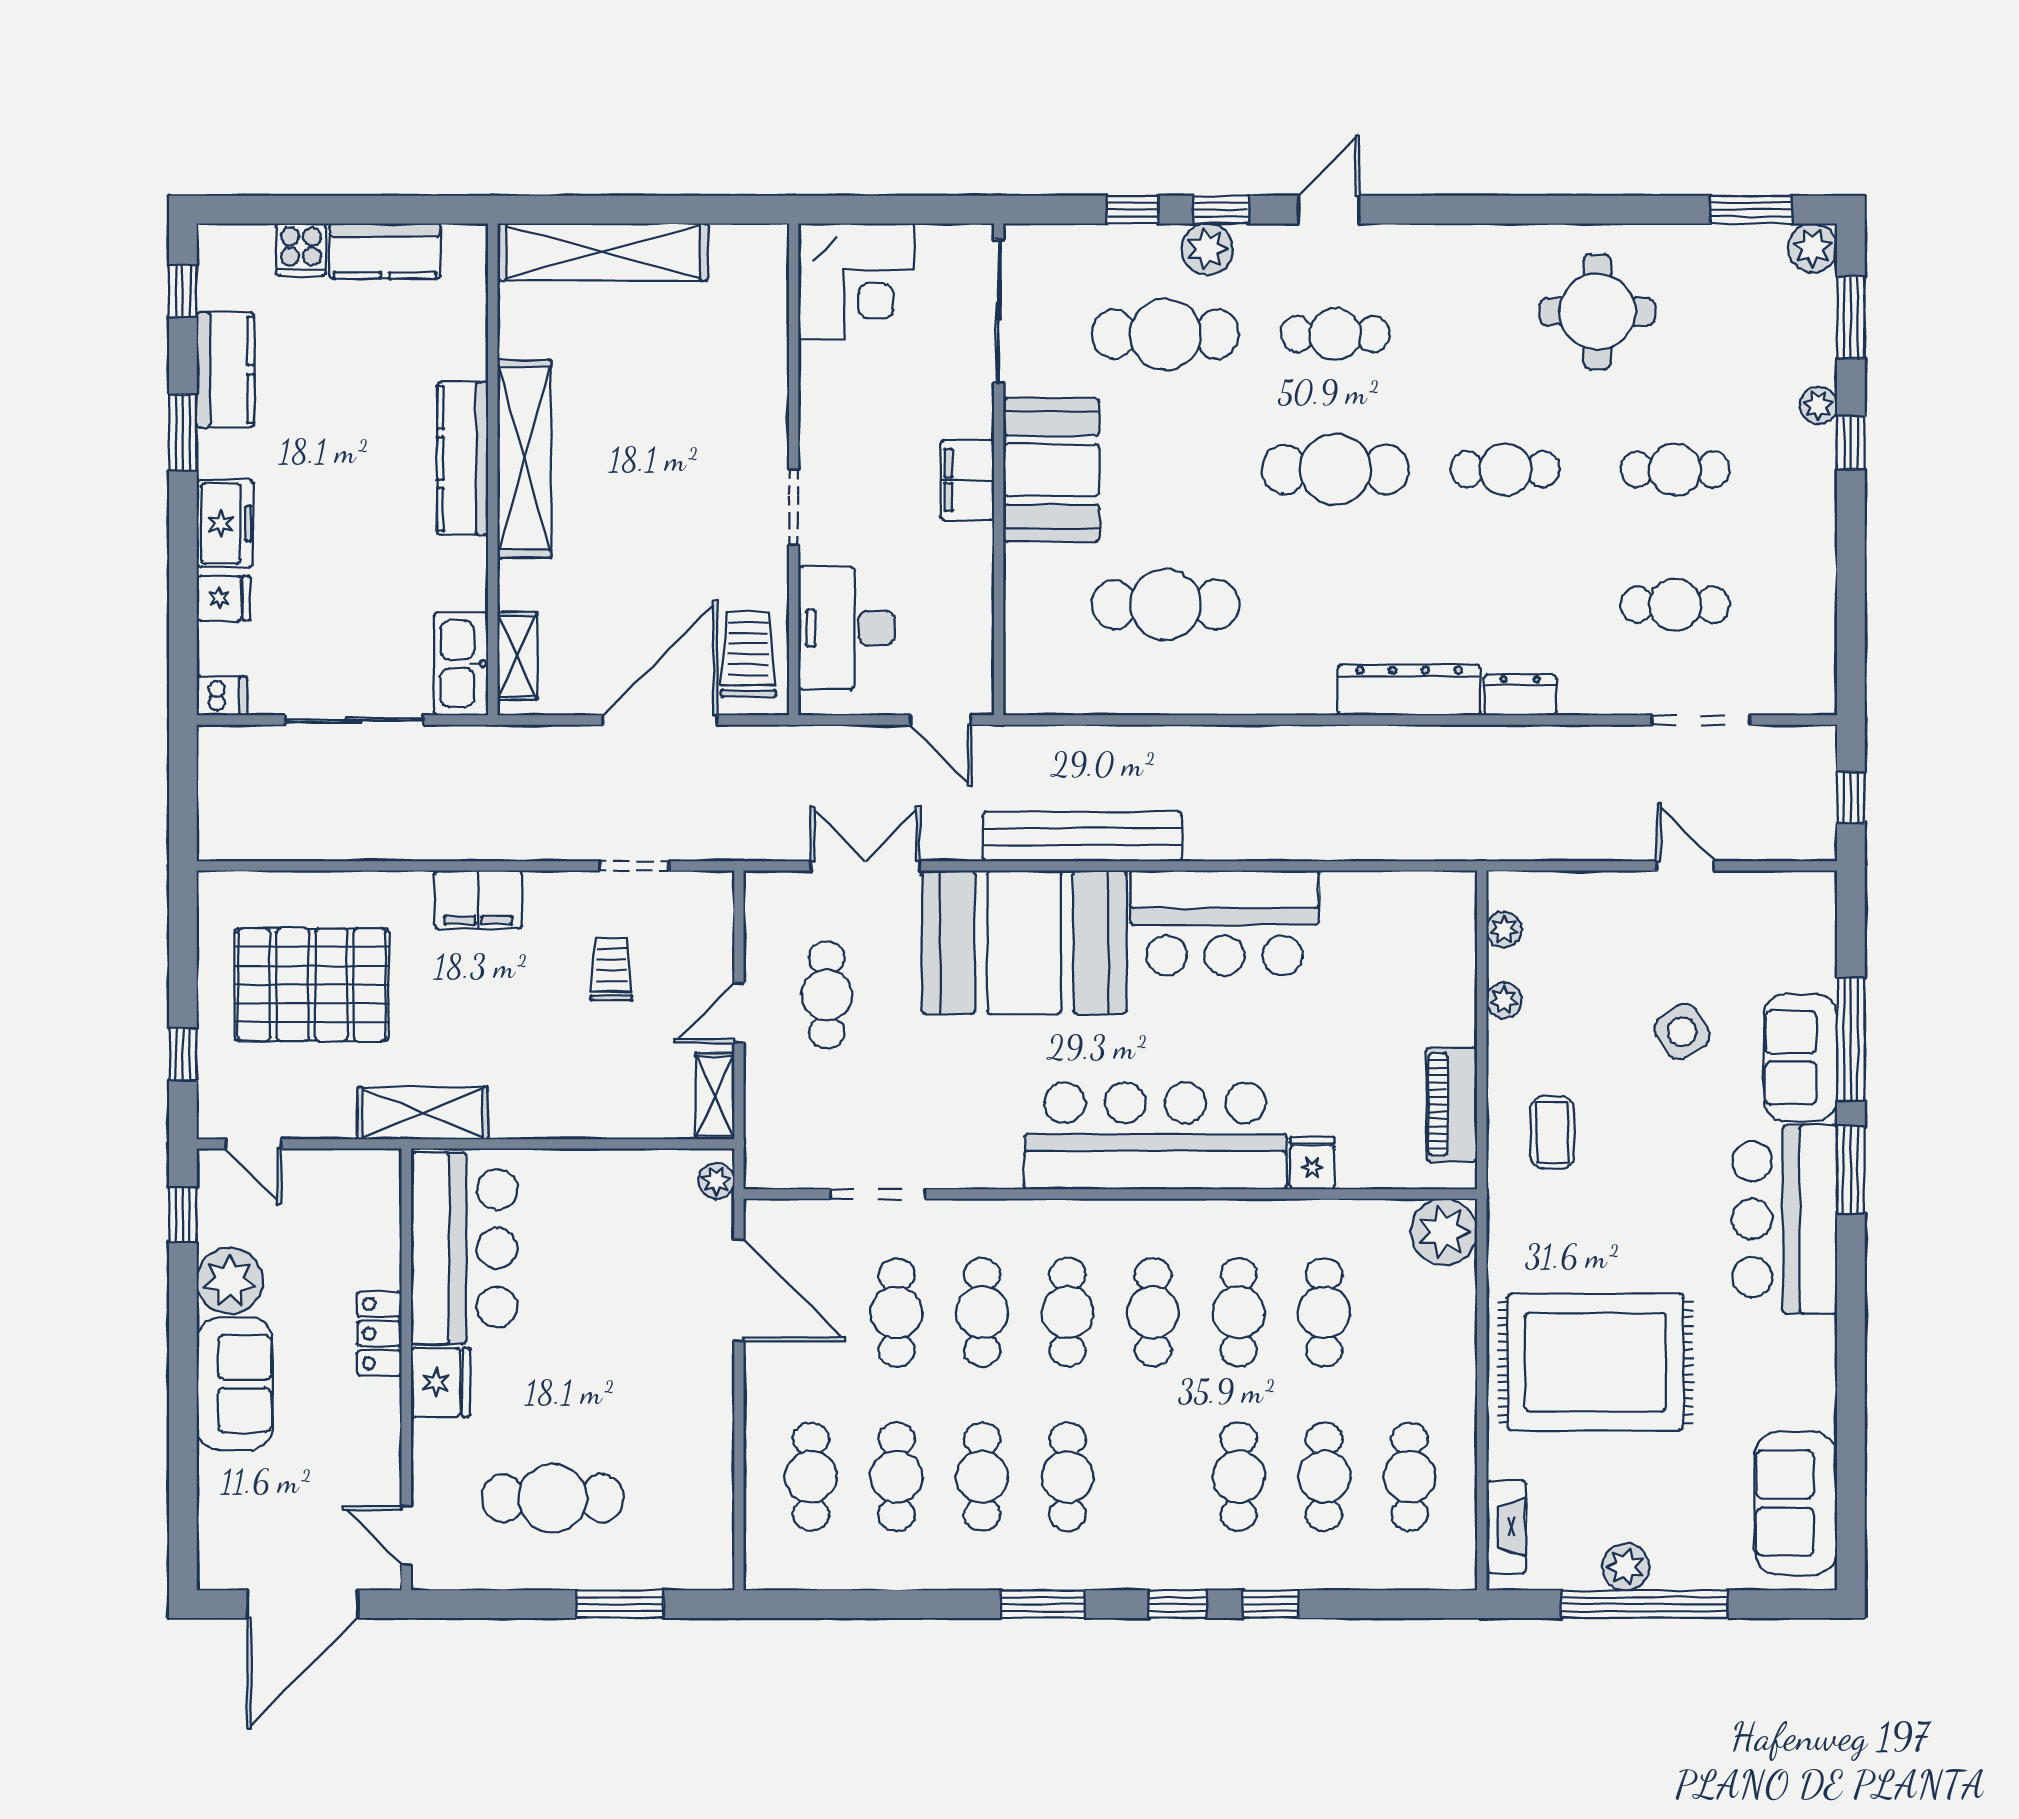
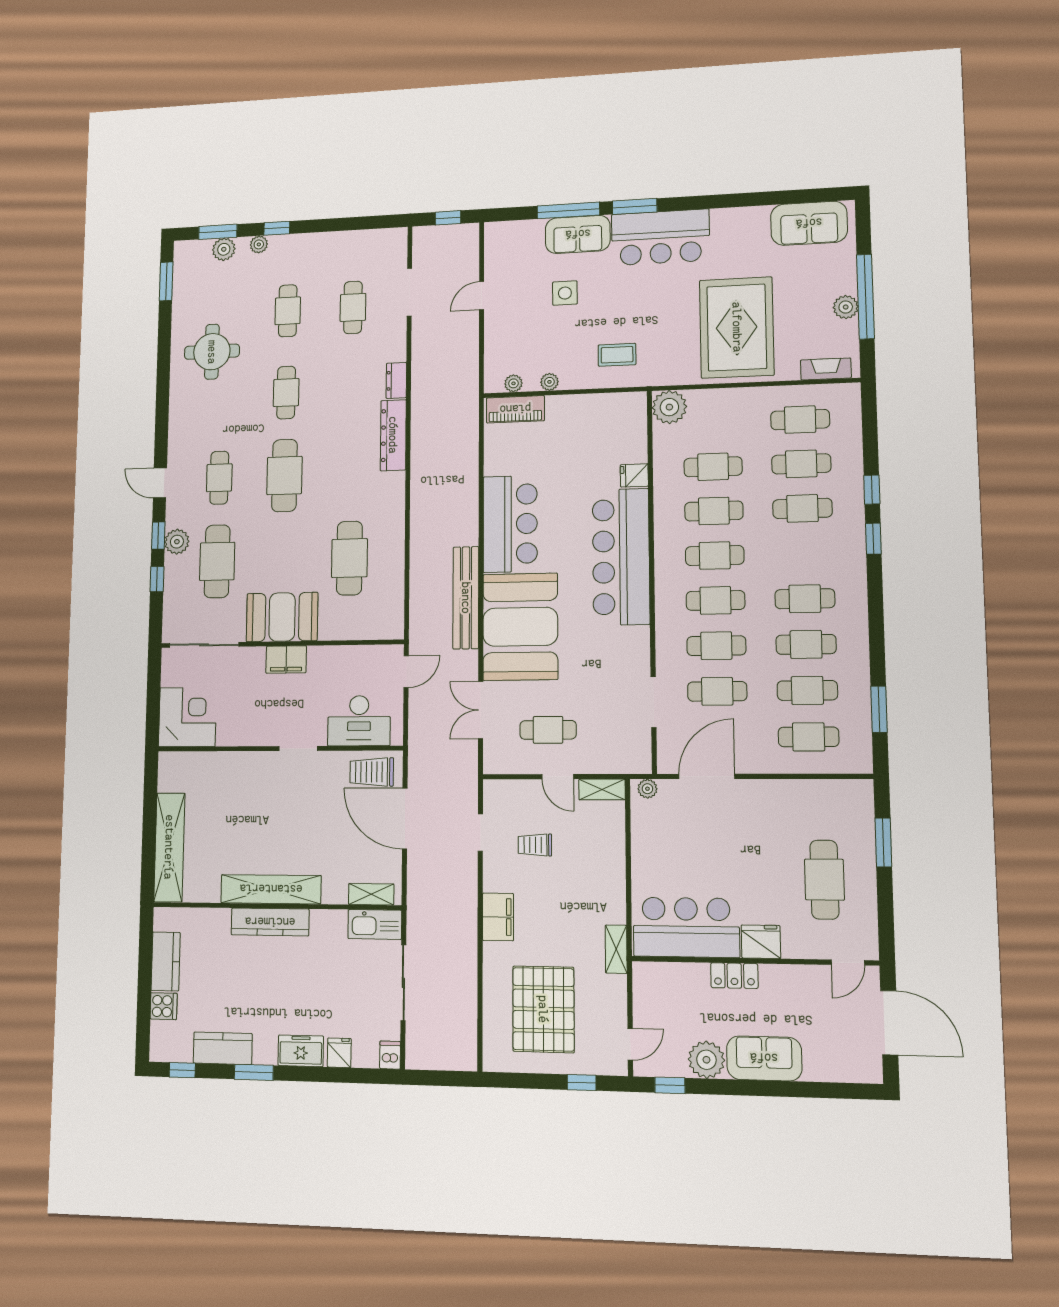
plant: (1813, 248) -> (224, 249), moved
side table: (1682, 1032) -> (565, 293), turned 33
piano: (1452, 1104) -> (515, 409), moved
shelving: (423, 1113) -> (616, 949), width x0.67, depth x0.75
window: (1043, 1604) -> (879, 709), moved

